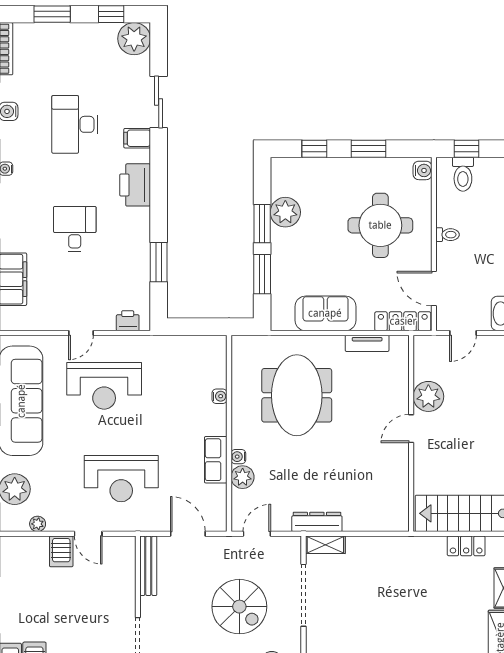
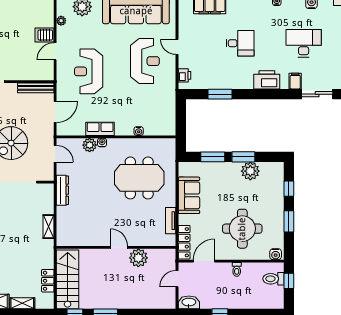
door: (463, 333) -> (177, 279), hinge flipped
reception desk: (104, 386) -> (145, 61), turned 180
shelving: (325, 545) -> (48, 227), moved

